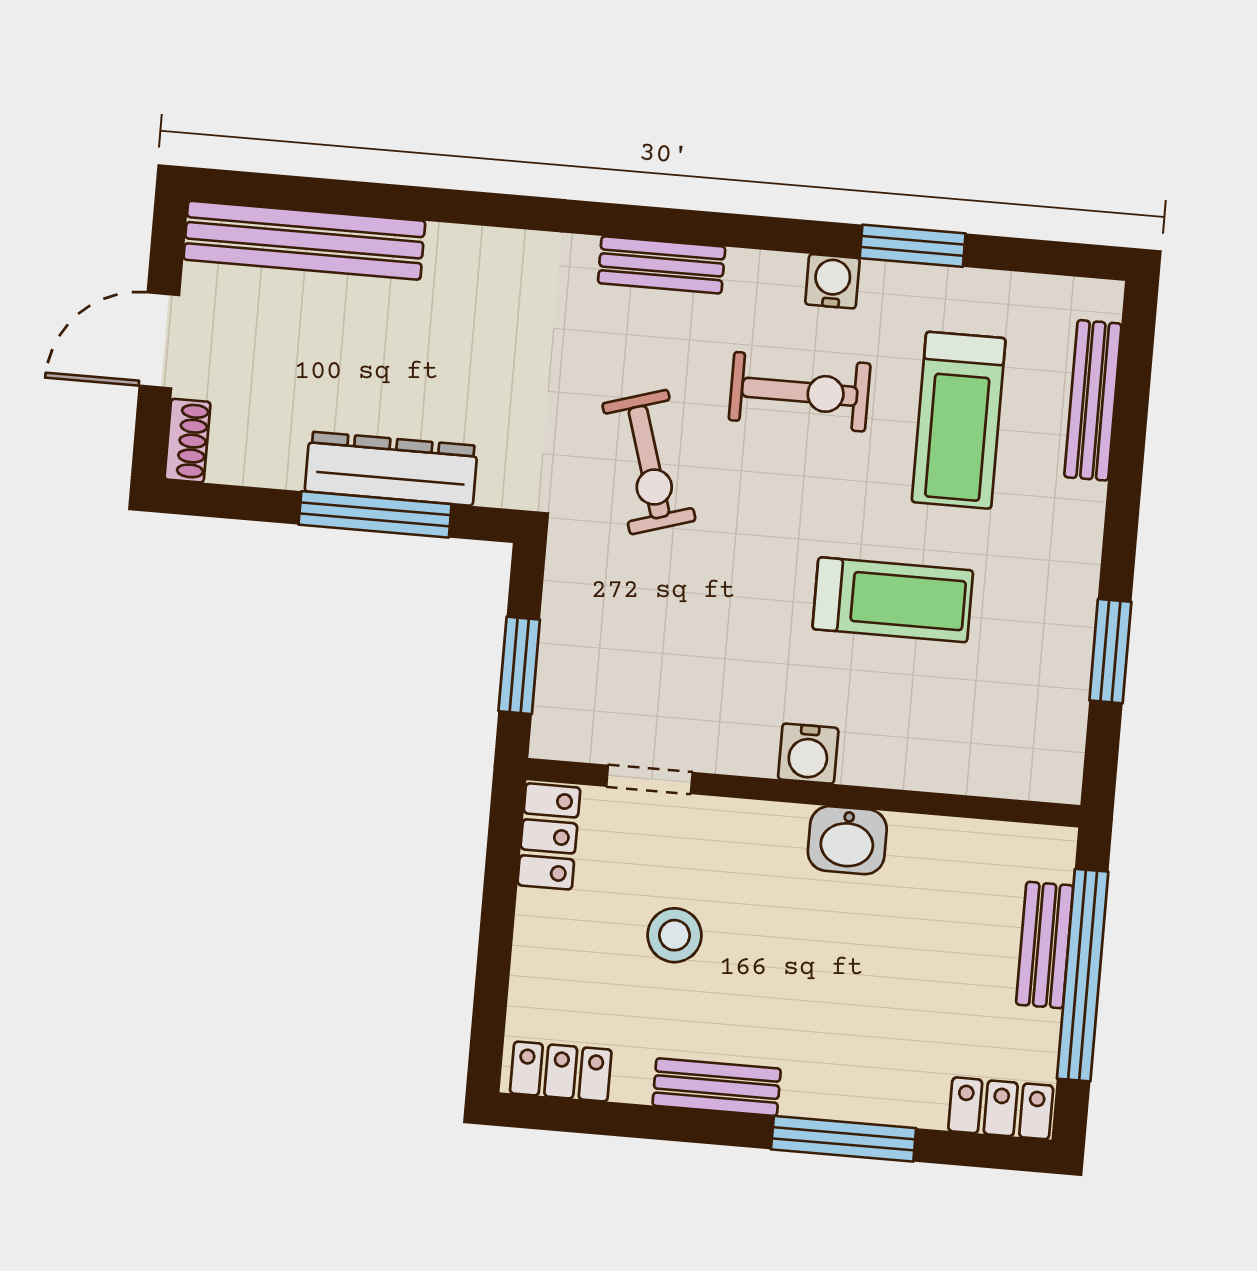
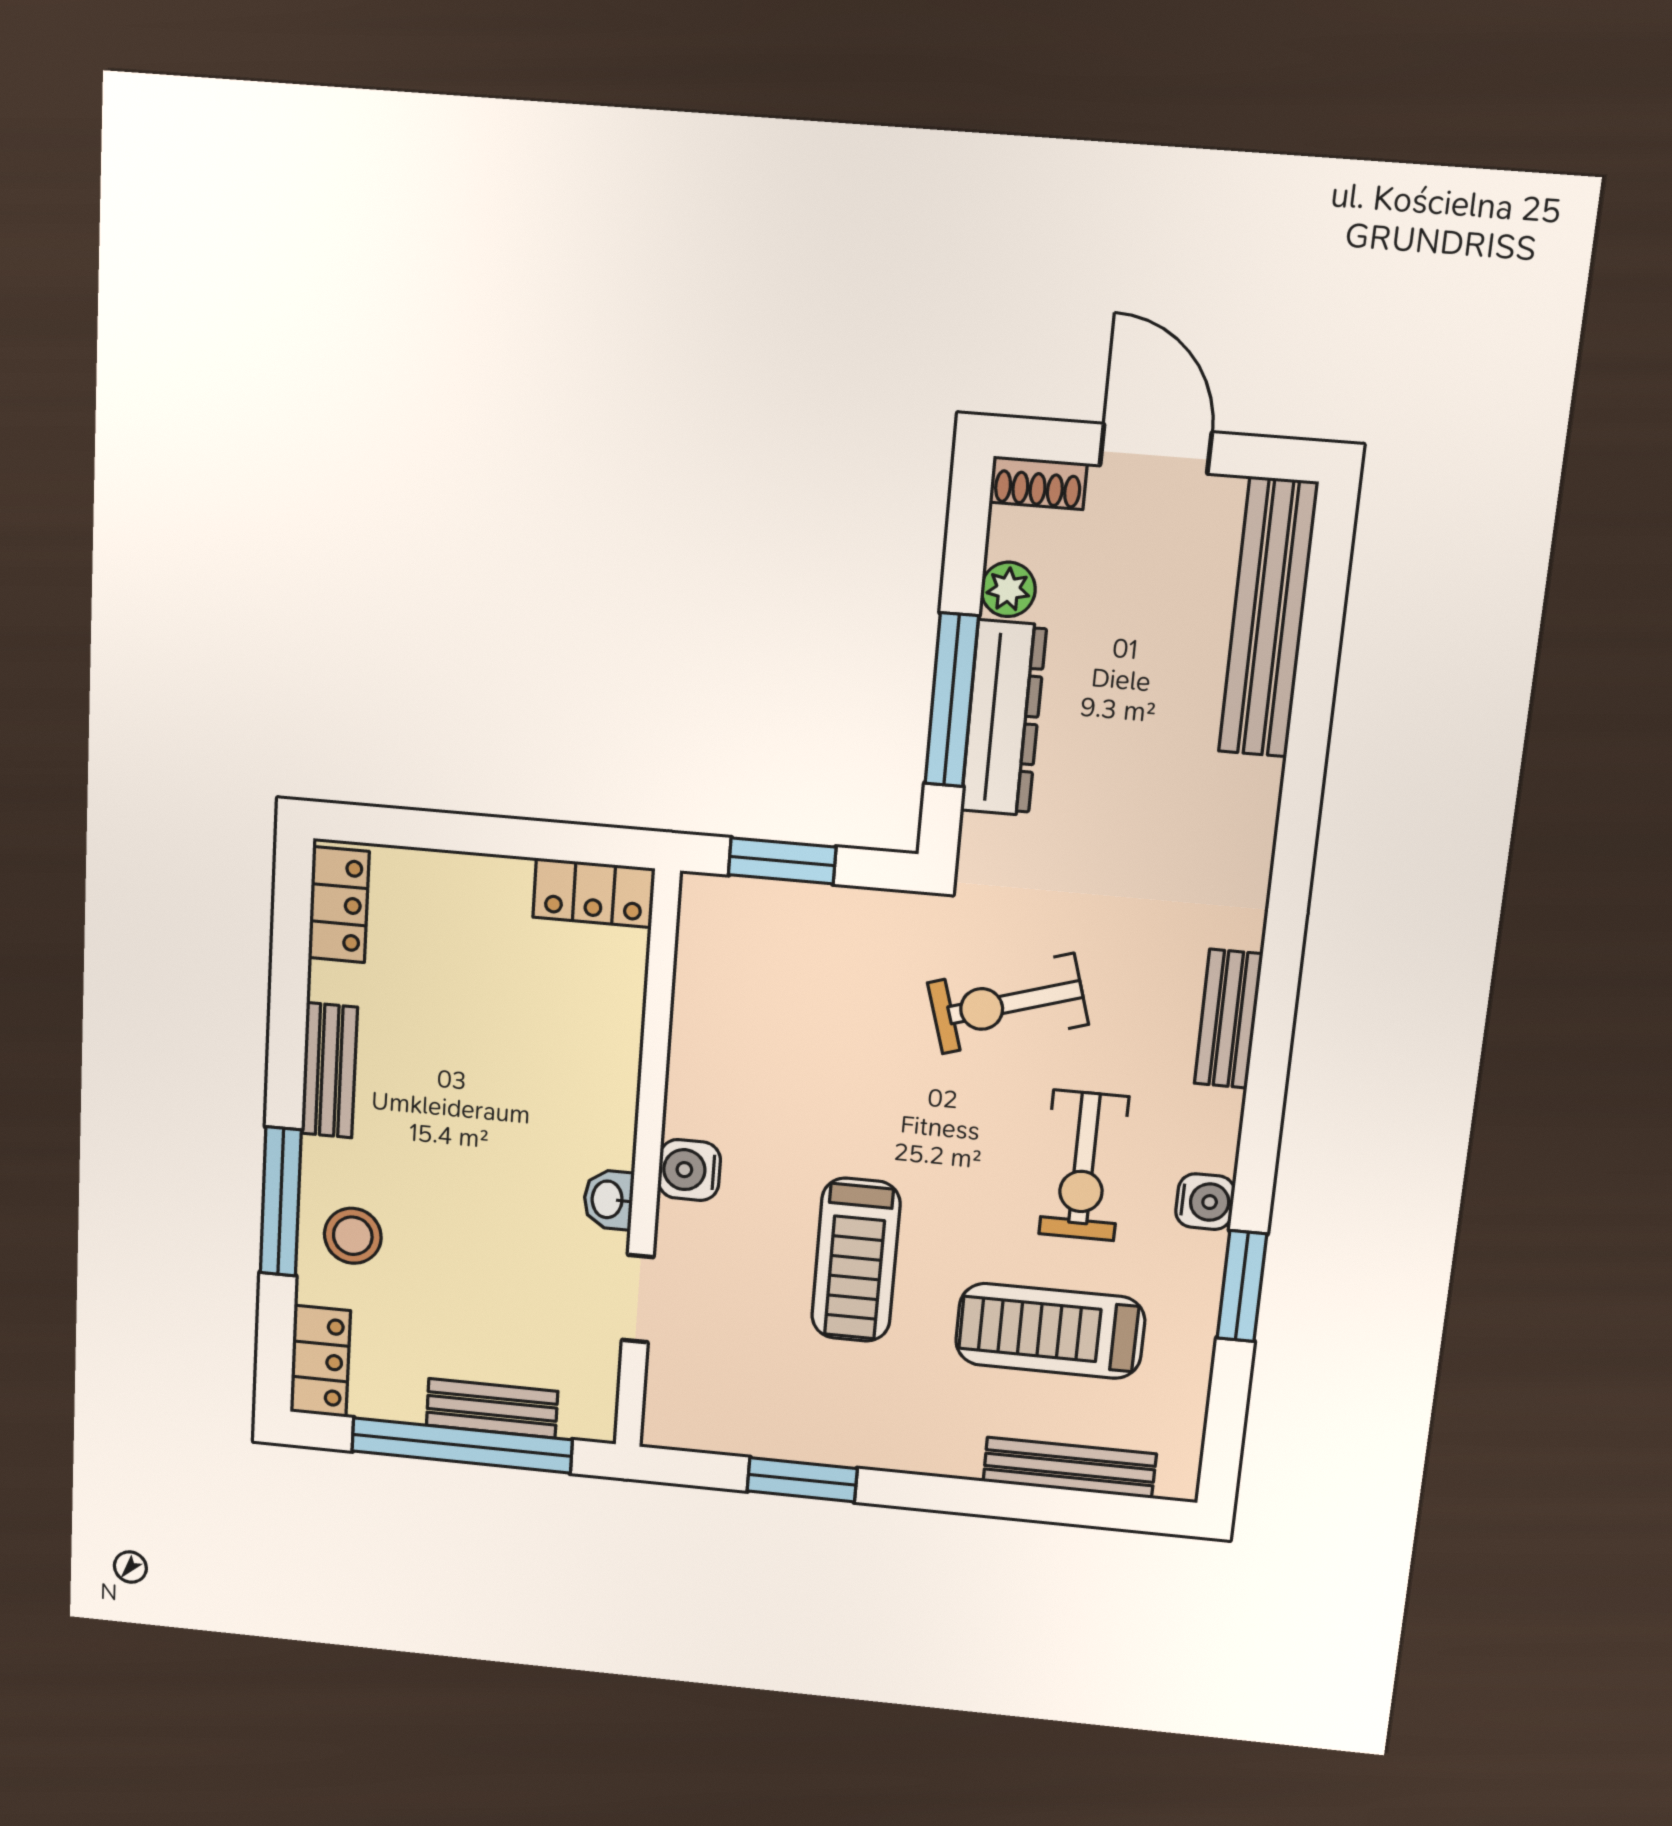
plant: (279, 466) -> (1008, 589), added
doorway: (649, 779) -> (638, 1299), moved
washbasin: (847, 840) -> (608, 1200), width x0.72, depth x0.69
stool: (675, 935) -> (353, 1236), moved

